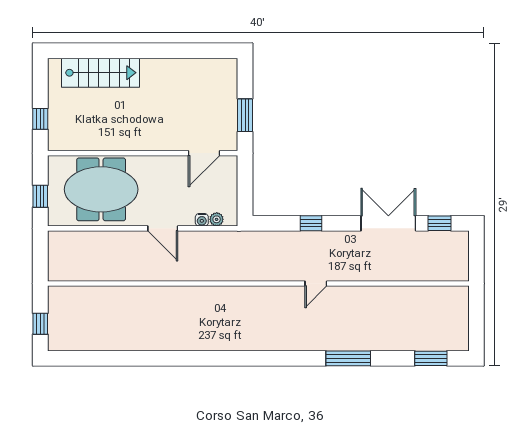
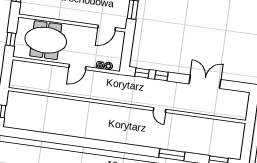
window: (439, 223) -> (142, 73), moved
door: (163, 228) -> (77, 67), hinge flipped
door: (316, 284) -> (159, 110), hinge flipped

